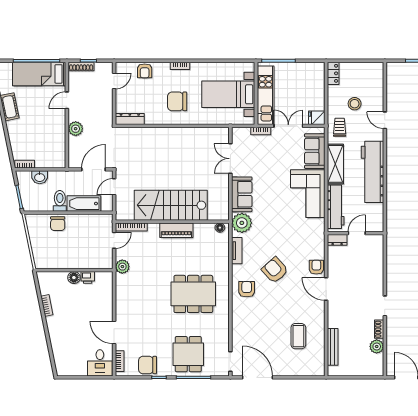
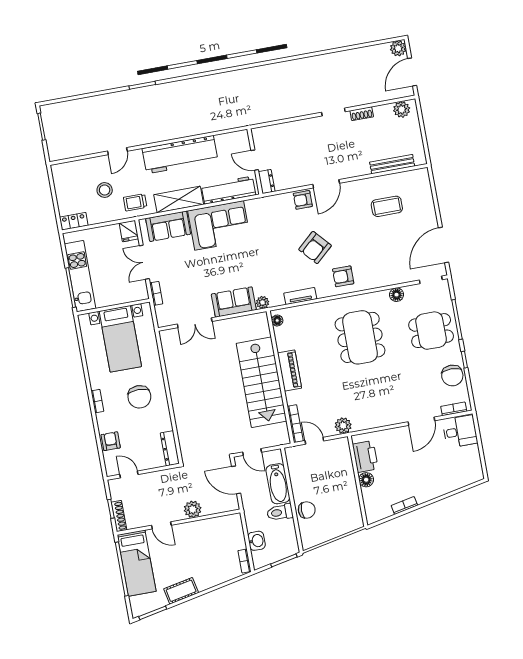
armchair: (145, 71) -> (111, 441), turned -90
kitchen unit: (266, 95) -> (80, 276), moved, turned 90
plant: (242, 223) -> (263, 302), width x0.53, depth x0.53
printer: (88, 277) -> (365, 456), width x1.87, depth x1.48
floor lamp: (223, 331) -> (397, 295), added
plant: (377, 346) -> (402, 109), moved

